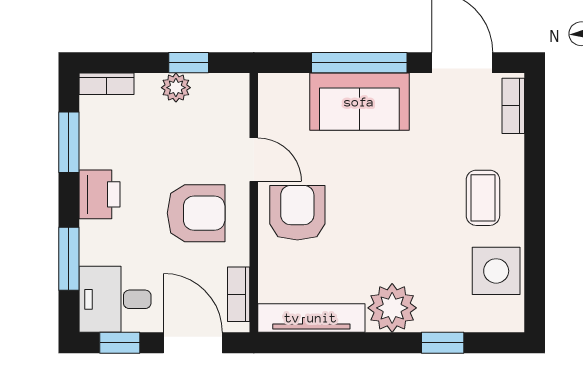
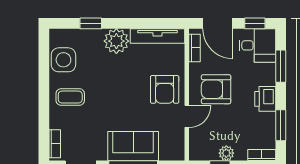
door: (254, 160) -> (187, 116), swing flipped
coffee table: (483, 198) -> (70, 97), turned 90

